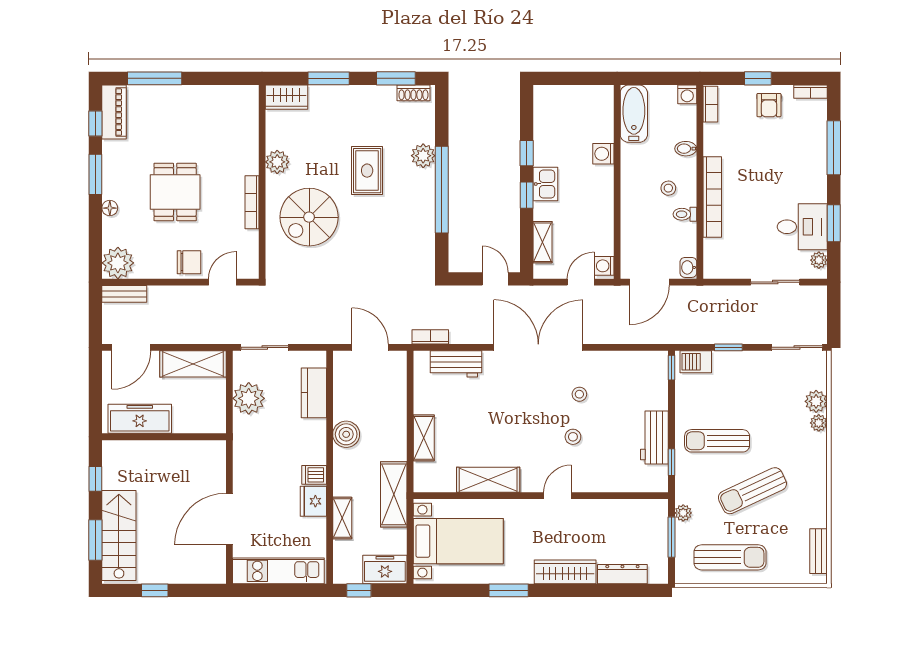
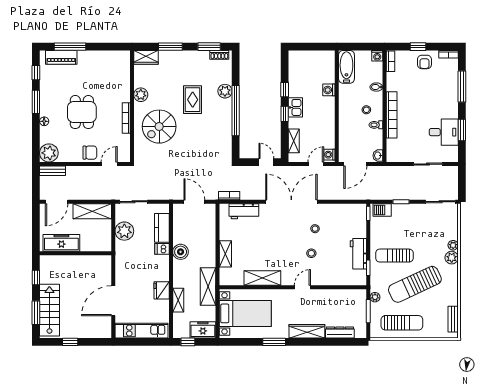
piano: (114, 112) -> (61, 57), moved, turned 90
plant: (819, 260) -> (453, 151), removed
plant: (816, 401) -> (452, 258), moved
dishwasher: (314, 475) -> (162, 249), moved
sun lounger: (752, 491) -> (415, 284), width x1.36, depth x1.34

